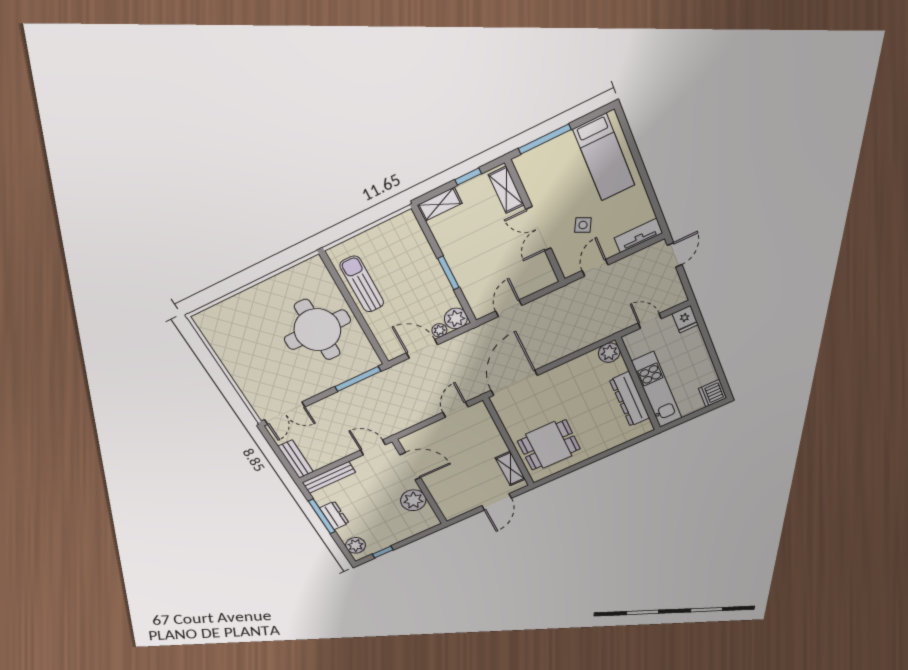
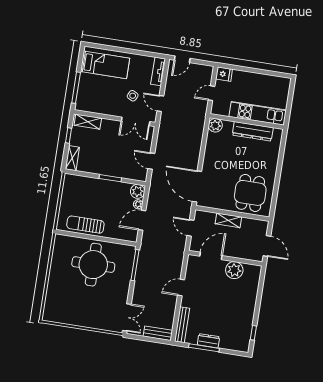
double door: (538, 229) -> (136, 121), moved
door: (675, 255) -> (182, 59), swing flipped
dishwasher: (713, 393) -> (282, 84), removed
door: (410, 466) -> (211, 256), moved
shelving: (510, 469) -> (228, 220), moved
wall: (420, 482) -> (225, 258), moved
plant: (413, 500) -> (234, 270), moved
plant: (356, 545) -> (237, 344), removed

